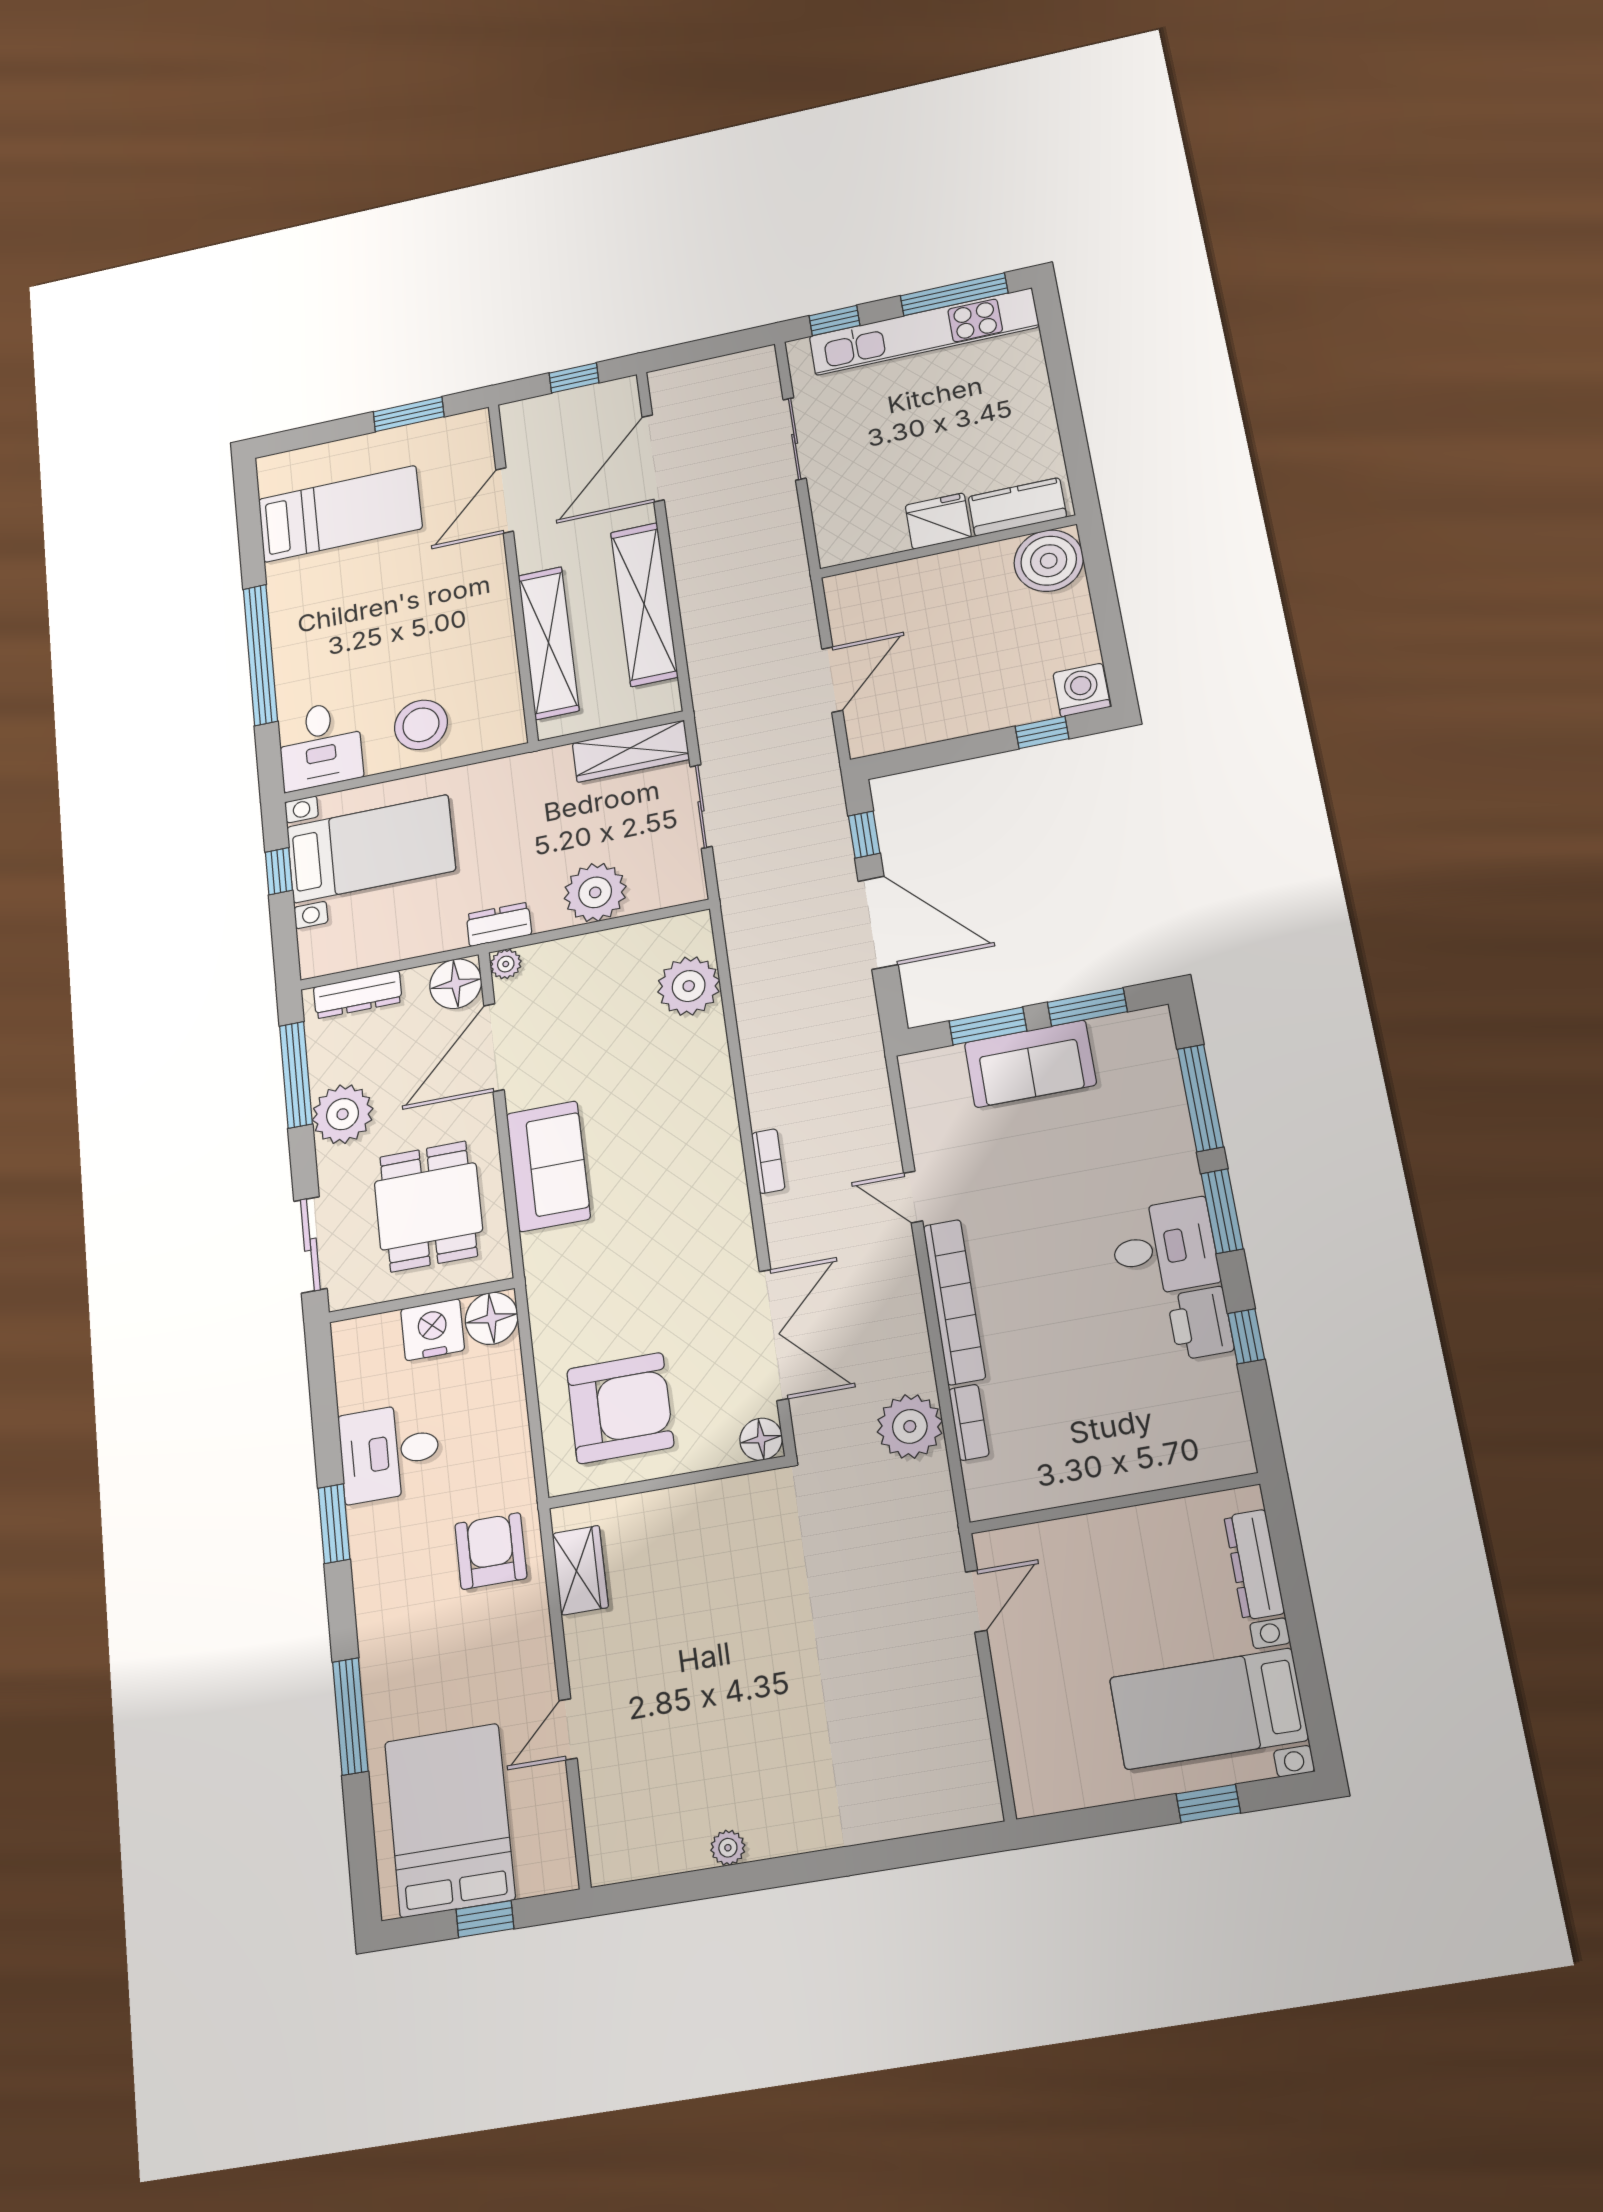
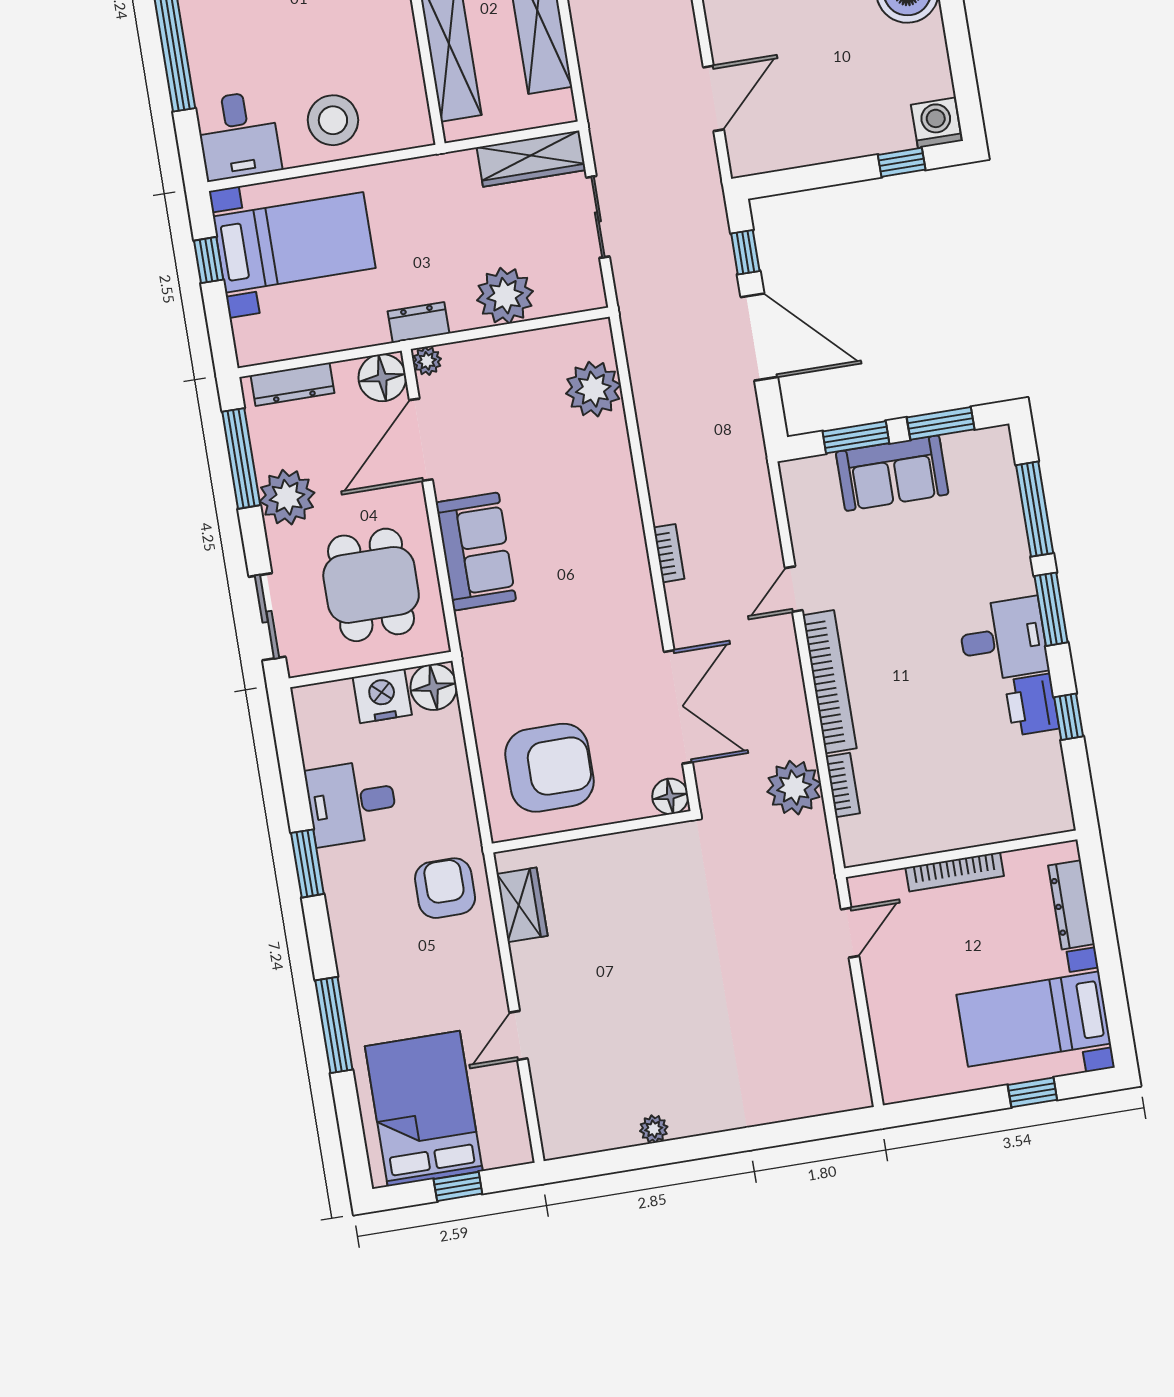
door: (913, 1197) -> (794, 589), hinge flipped
bookcase: (1106, 1525) -> (955, 872), added

